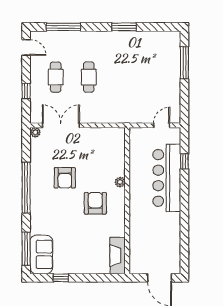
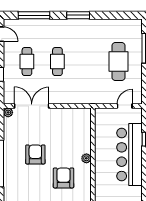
window: (124, 27) -> (78, 15), moved
cafe table: (155, 77) -> (118, 62), added
armchair: (65, 178) -> (35, 154), turned 180

